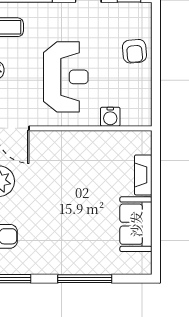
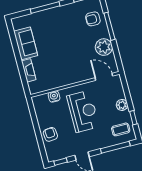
reception desk: (66, 77) -> (83, 111), turned 180

